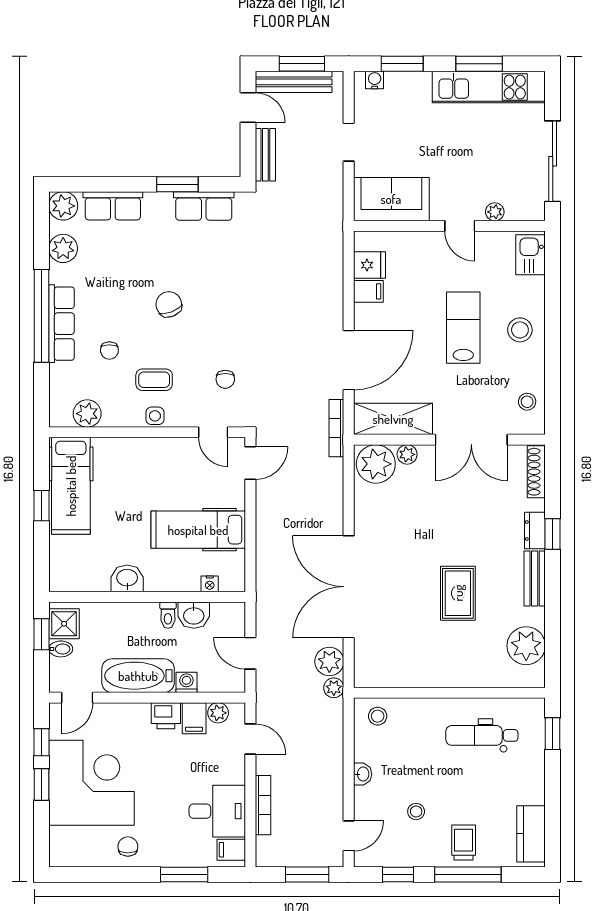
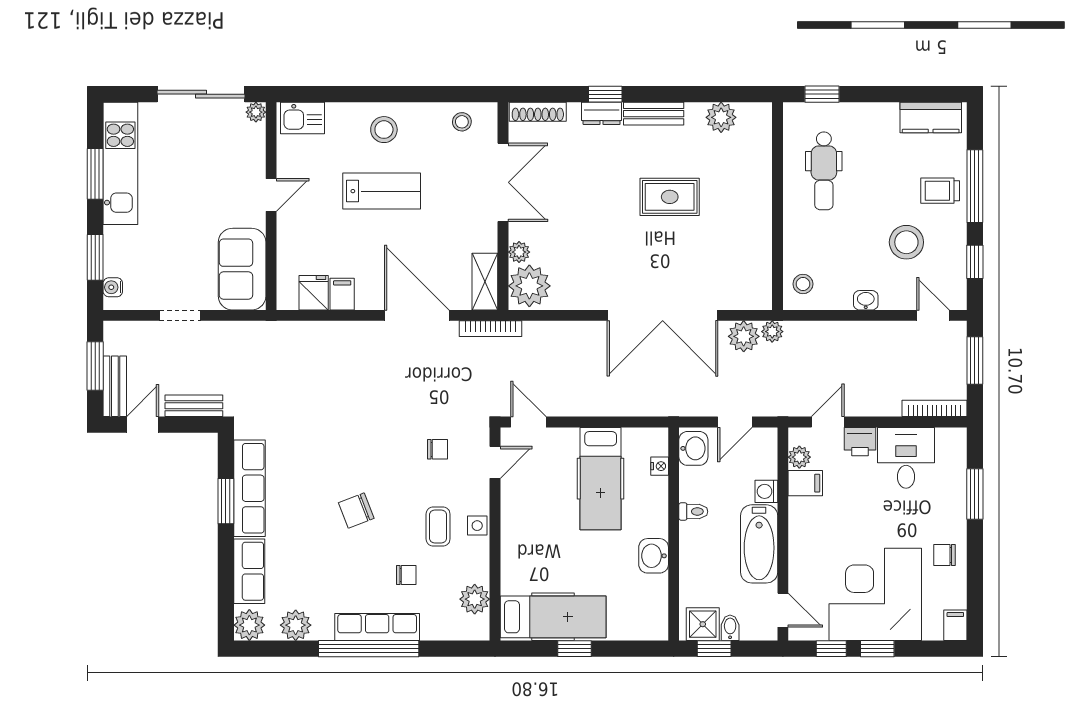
bench: (294, 82) -> (115, 386), width x0.73
row of seats: (204, 206) -> (249, 488), width x1.48
plant: (495, 212) -> (256, 112), moved
lab bench: (463, 328) -> (382, 191), turned 180
shelving: (393, 419) -> (485, 282), width x0.67, depth x0.75
washbasin: (194, 615) -> (693, 448), moved
plant: (526, 646) -> (721, 117), width x0.73, depth x0.73
printer: (166, 716) -> (860, 442), moved, turned 90
bookcase: (263, 805) -> (934, 408), moved
stool: (416, 811) -> (906, 242), width x1.89, depth x1.89
filing cabinet: (231, 850) -> (955, 625), moved, turned 180

